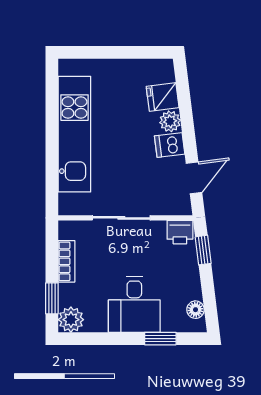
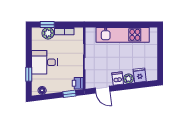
plant: (71, 320) -> (48, 33), moved

